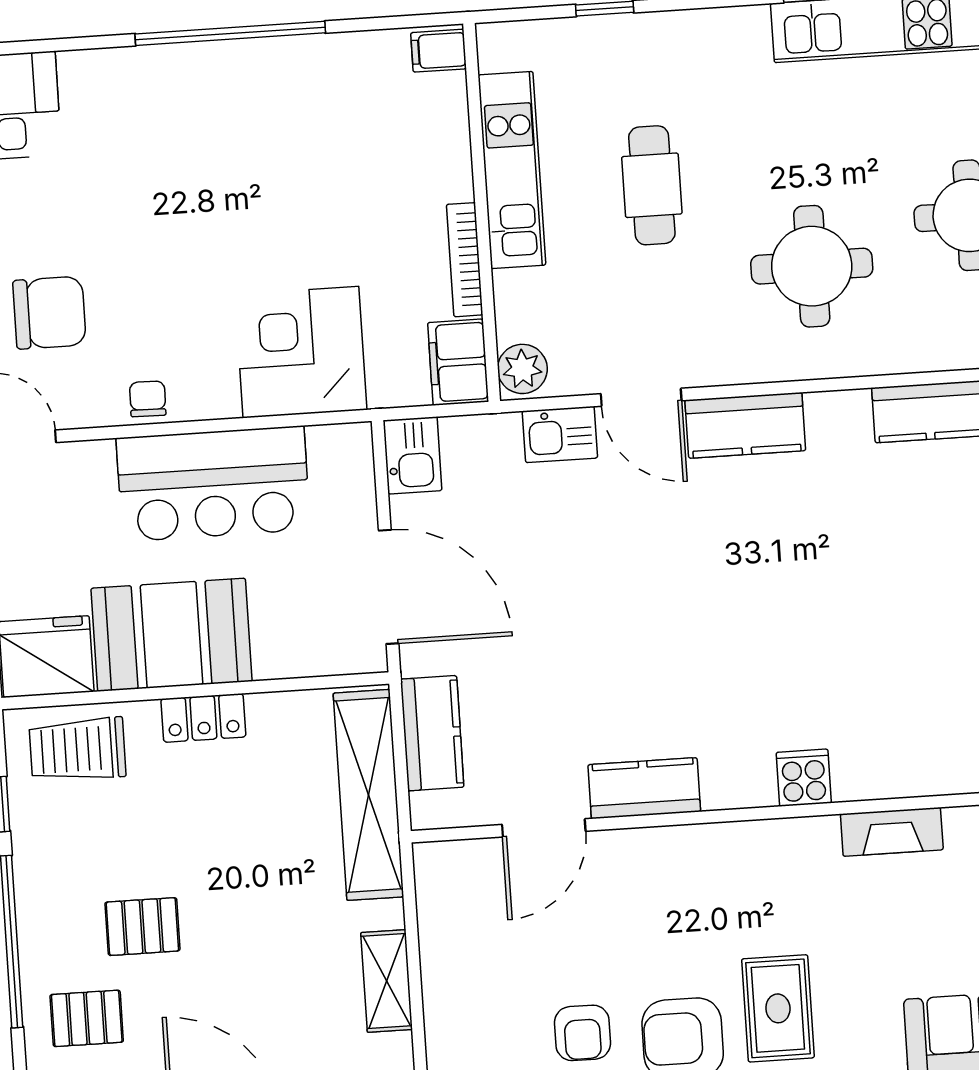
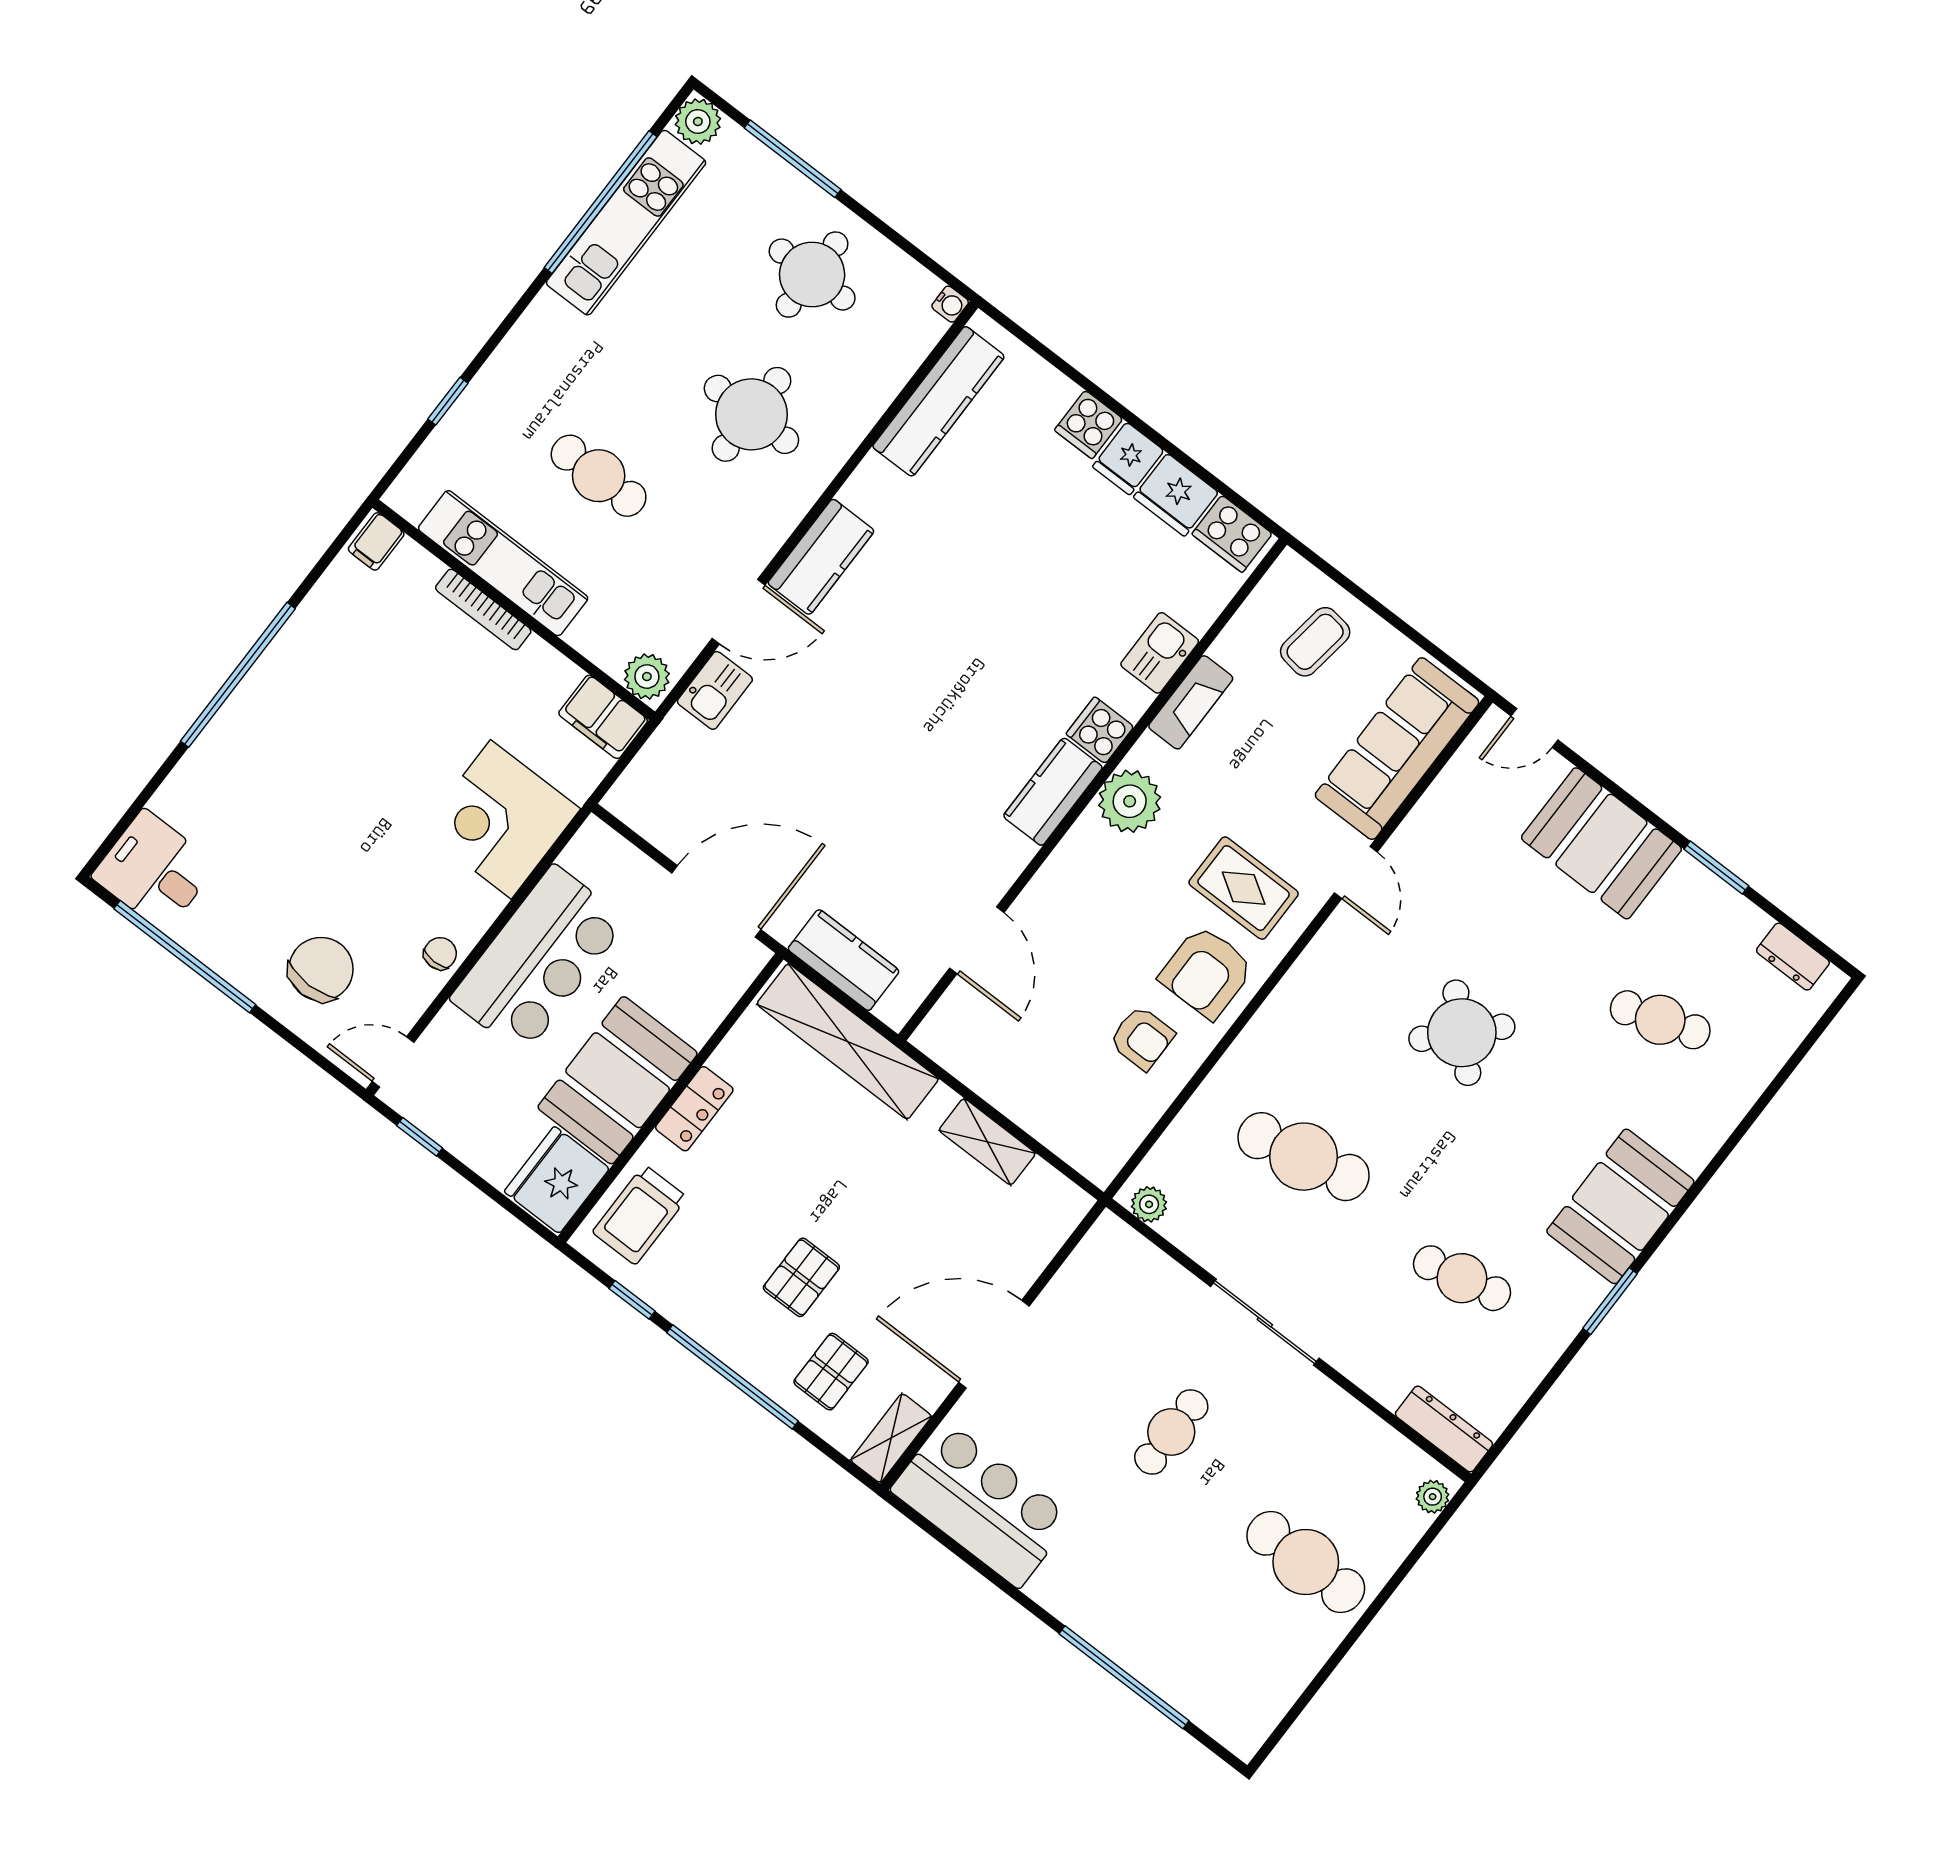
bookcase: (465, 260) -> (483, 609), moved
chair: (148, 399) -> (440, 954), turned 89
kitchen sink: (413, 455) -> (1160, 653), moved, turned -90
kitchen counter: (644, 788) -> (1053, 792), moved
plant: (767, 853) -> (1130, 801), added

